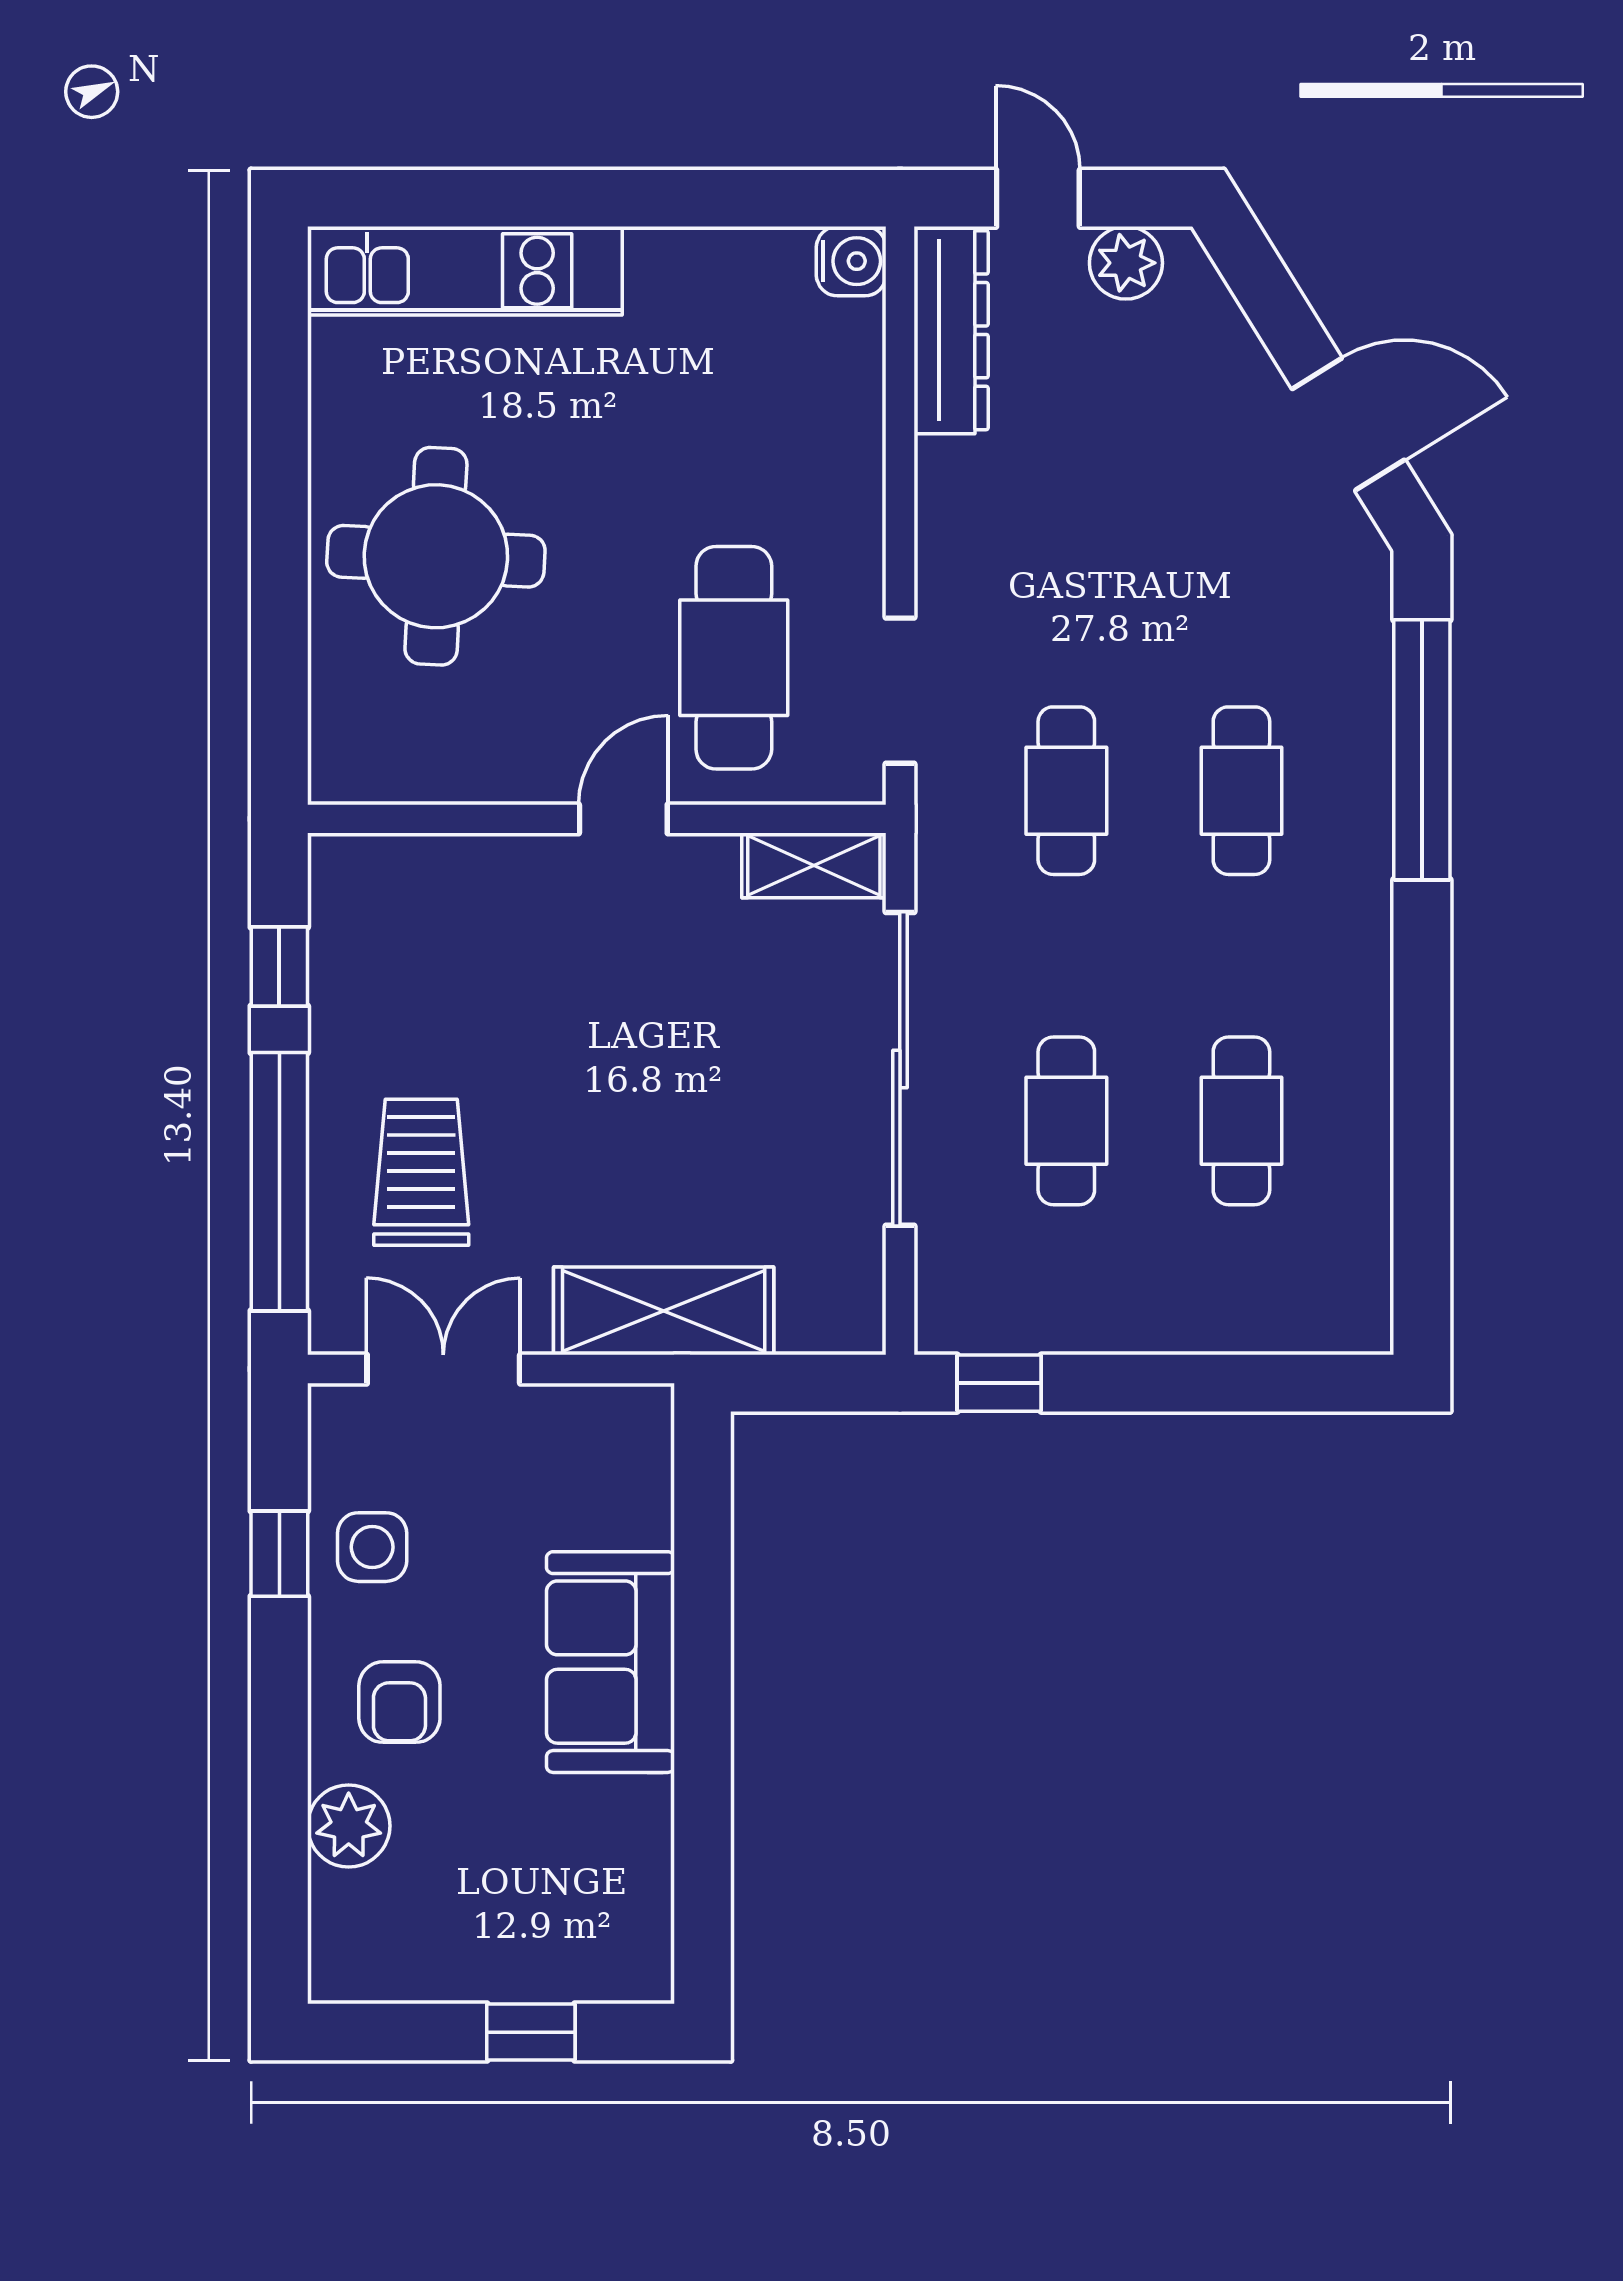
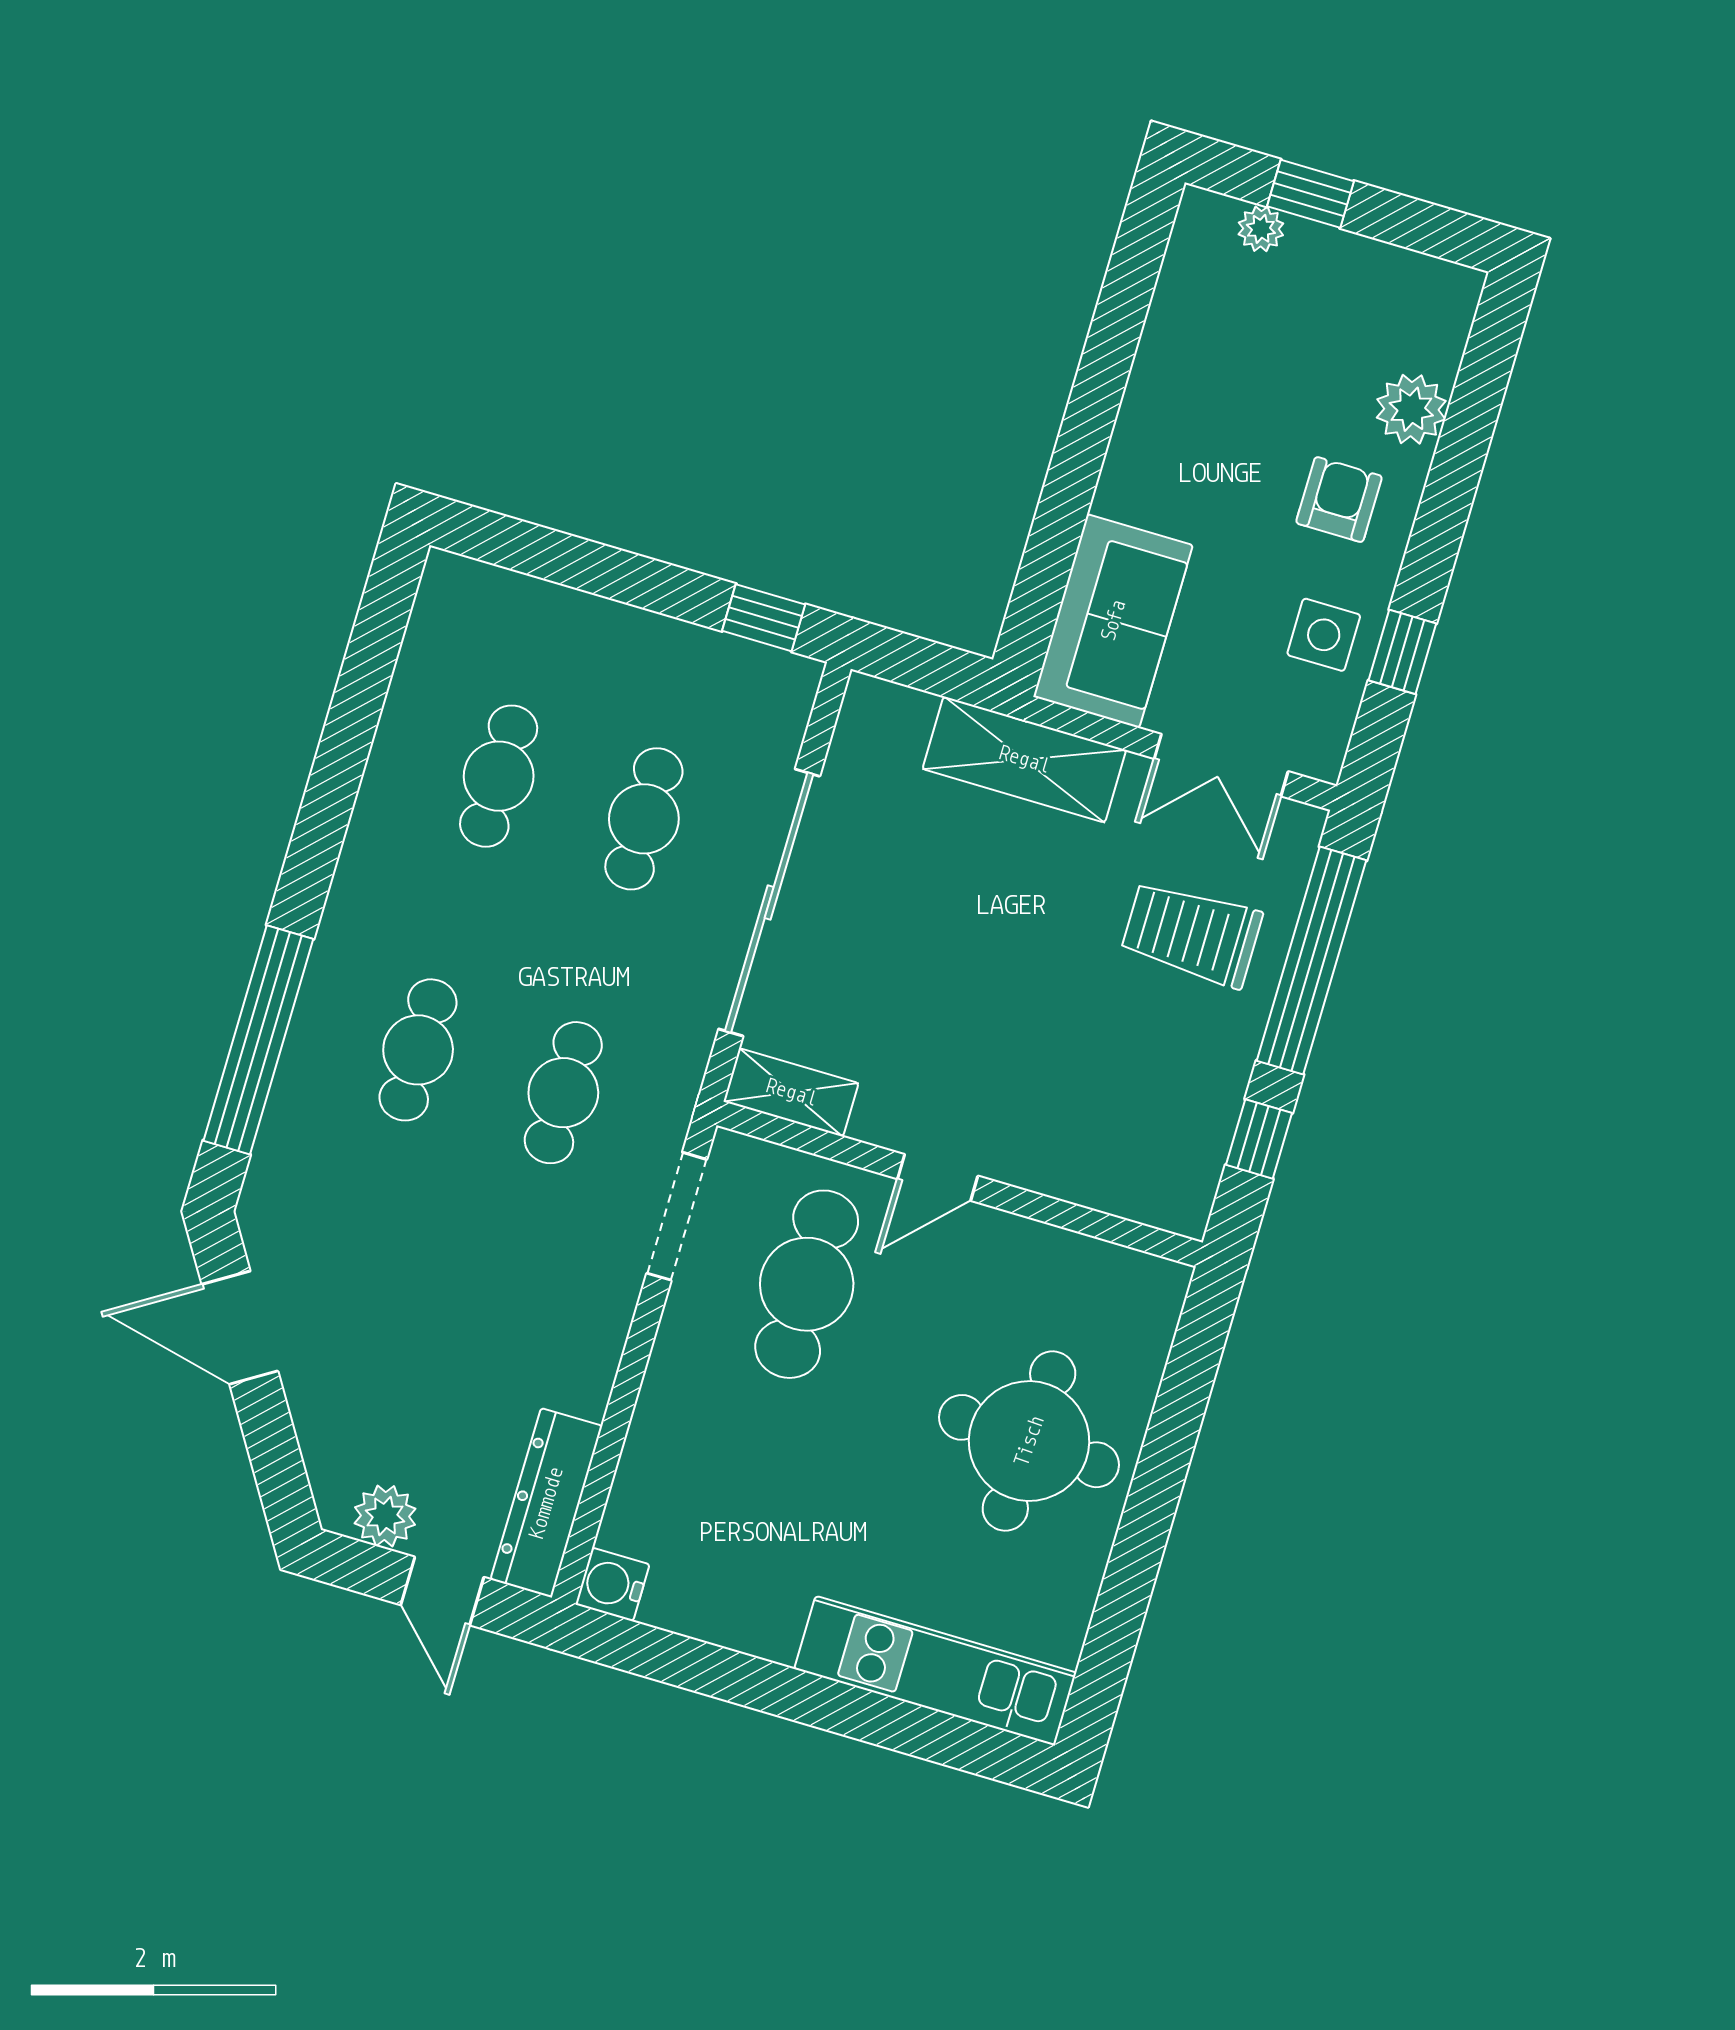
trolley: (421, 1172) -> (1192, 934), turned 90
sofa: (610, 1662) -> (1113, 621), moved
plant: (574, 1977) -> (1261, 229), added

